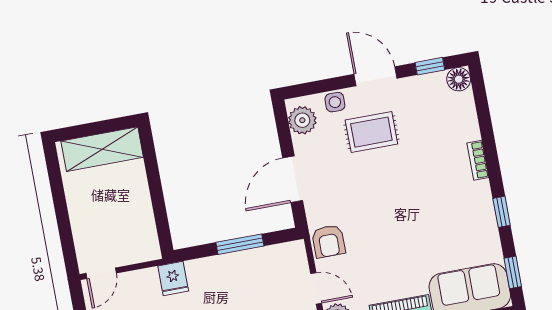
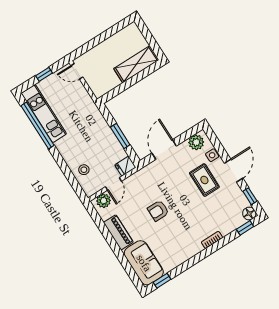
shelving: (102, 149) -> (136, 64), moved, turned 90
door: (293, 179) -> (164, 150), hinge flipped
window: (502, 212) -> (245, 228), moved
armchair: (329, 241) -> (158, 211), moved
fridge: (173, 278) -> (125, 166), moved

